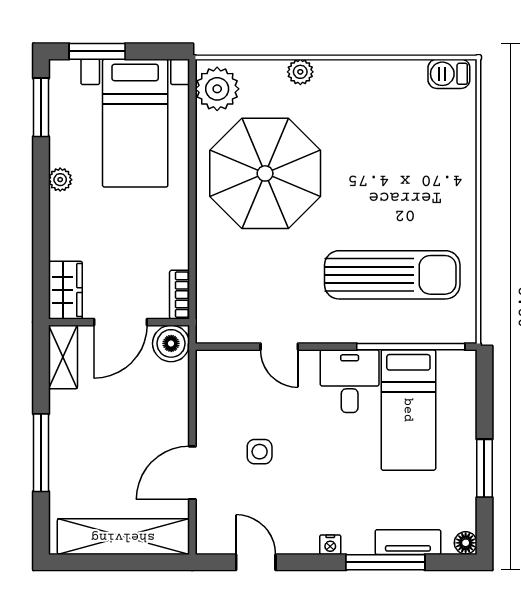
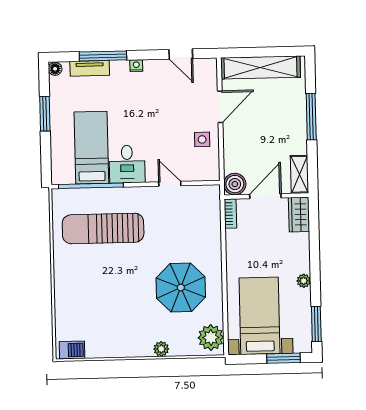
parasol: (265, 173) -> (181, 287), width x0.73, depth x0.73
side table: (260, 452) -> (202, 139), moved

